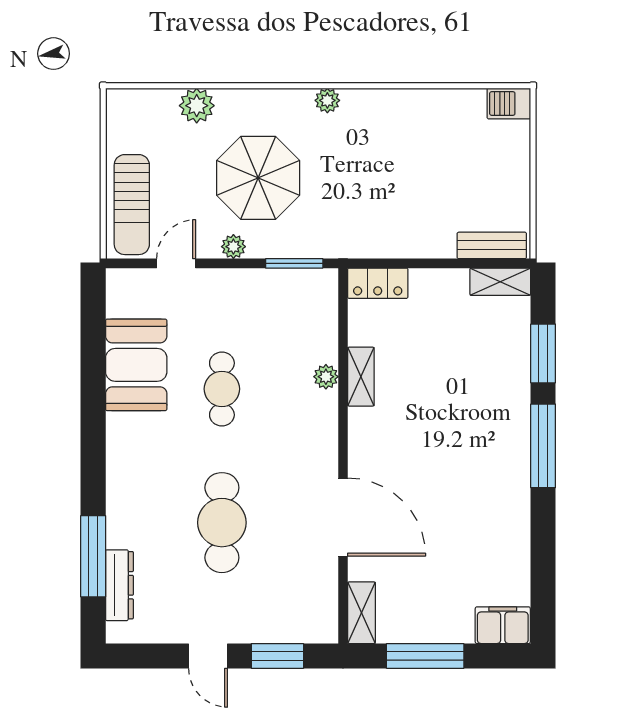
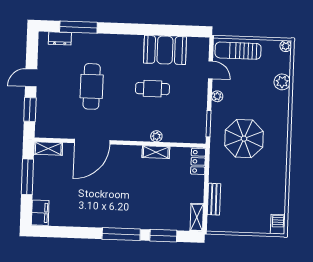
plant: (327, 100) -> (286, 46), moved
parasol: (258, 178) -> (244, 139), moved
bench: (492, 245) -> (214, 199), moved
cafe table: (222, 523) -> (92, 86), turned 90
dresser: (119, 585) -> (60, 38), width x0.70

